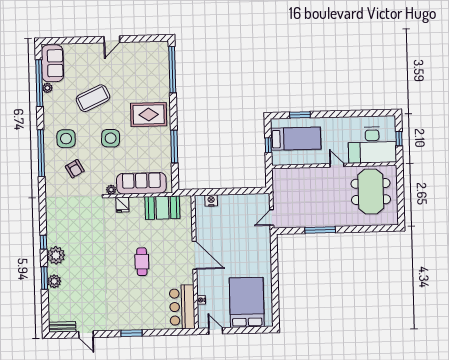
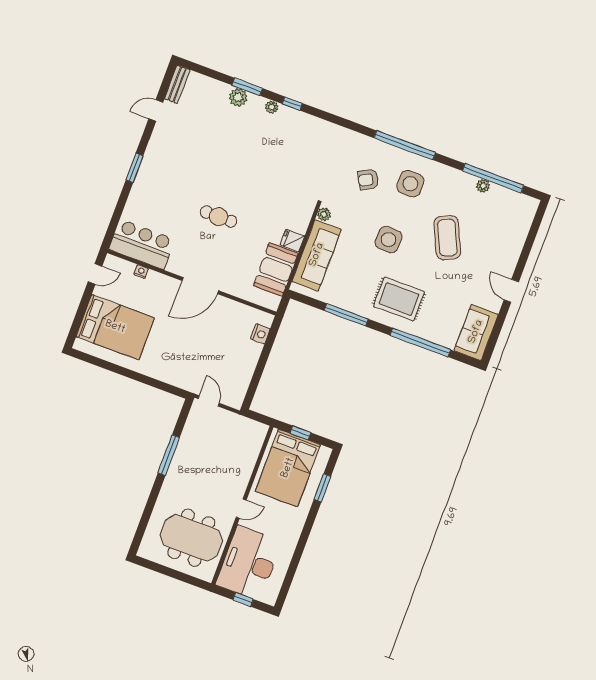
sofa: (52, 63) -> (476, 332), moved, turned 90
window: (172, 70) -> (420, 342), moved
rug: (149, 115) -> (399, 299), turned 90
bed: (296, 139) -> (288, 468), width x1.50
fridge: (122, 205) -> (292, 241), moved
plant: (56, 255) -> (272, 107), width x0.53, depth x0.53

